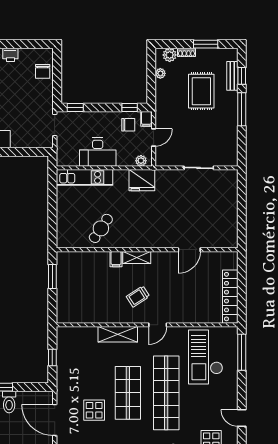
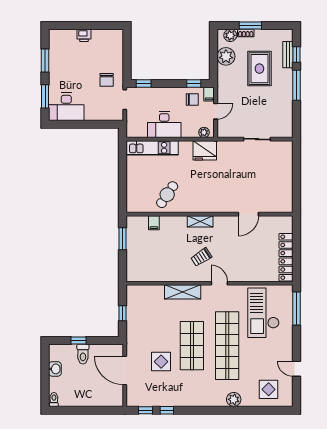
window: (206, 44) -> (250, 25), moved
chair: (43, 71) -> (107, 80), moved
plant: (160, 73) -> (226, 56), width x1.87, depth x1.87
filing cabinet: (116, 259) -> (154, 223), moved
door: (158, 325) -> (219, 283), swing flipped

